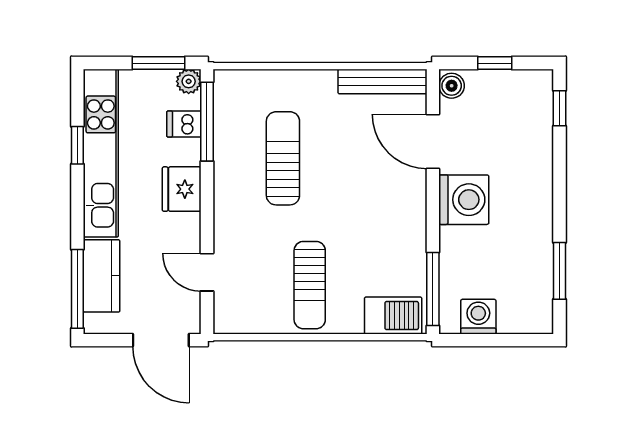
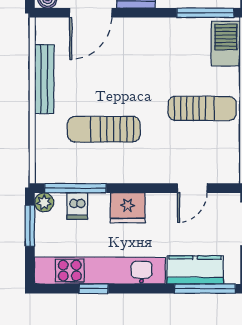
bench: (382, 81) -> (44, 79), moved

